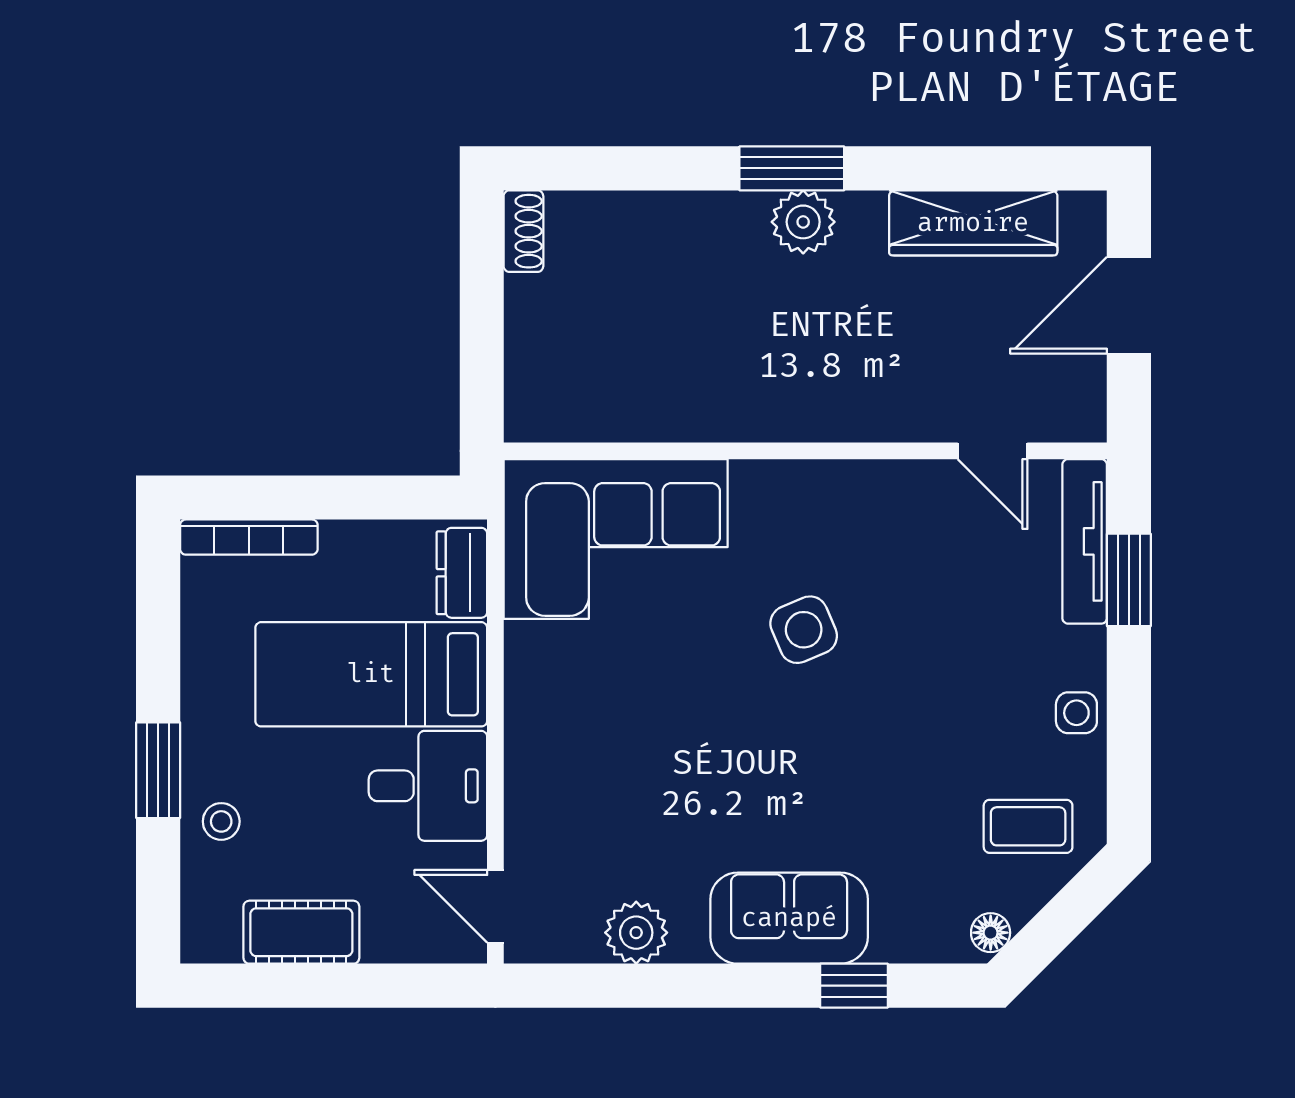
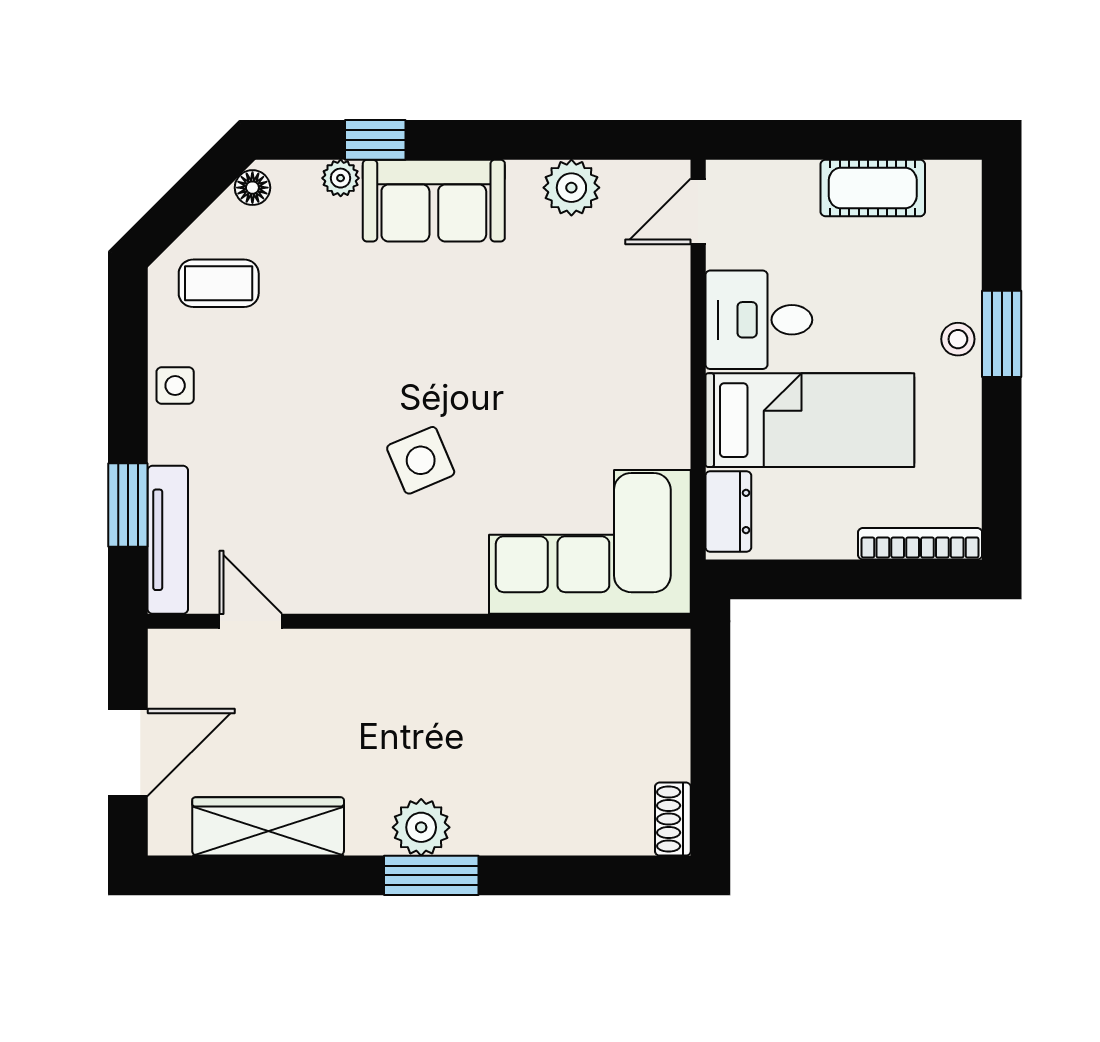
stool: (221, 821) -> (958, 339), moved
door: (495, 906) -> (698, 211), swing flipped
plant: (893, 943) -> (341, 178), added

